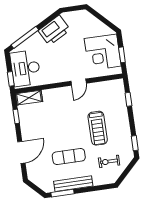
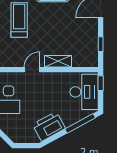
shelving: (29, 98) -> (58, 61), moved

